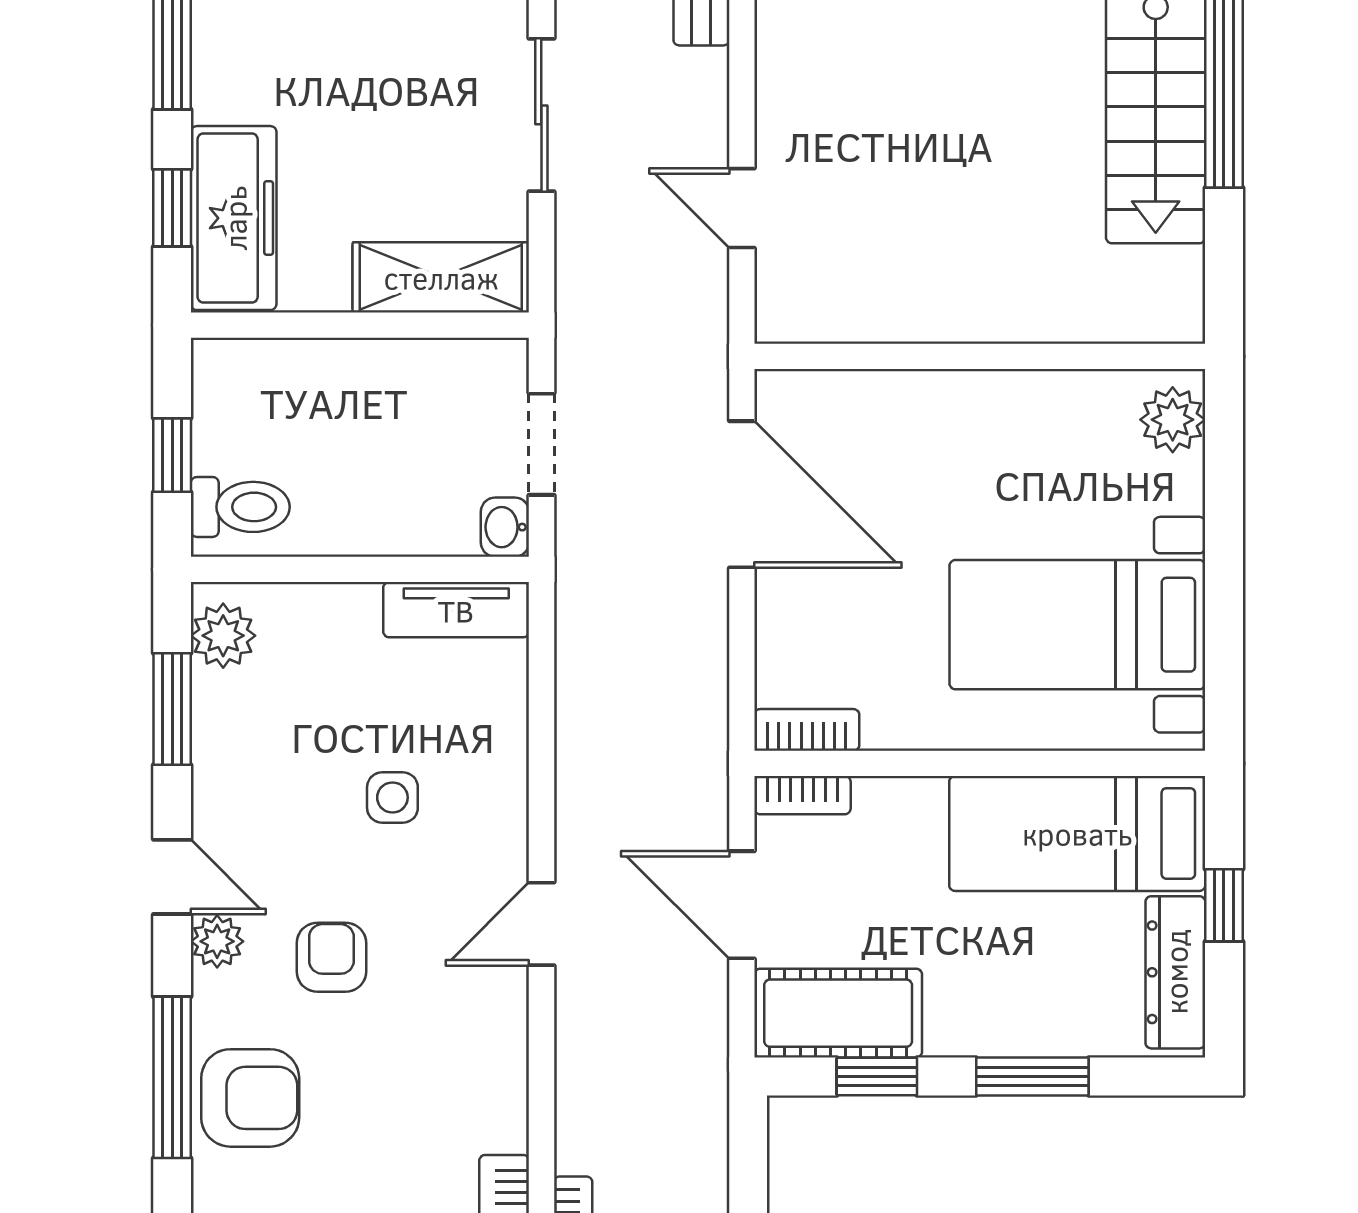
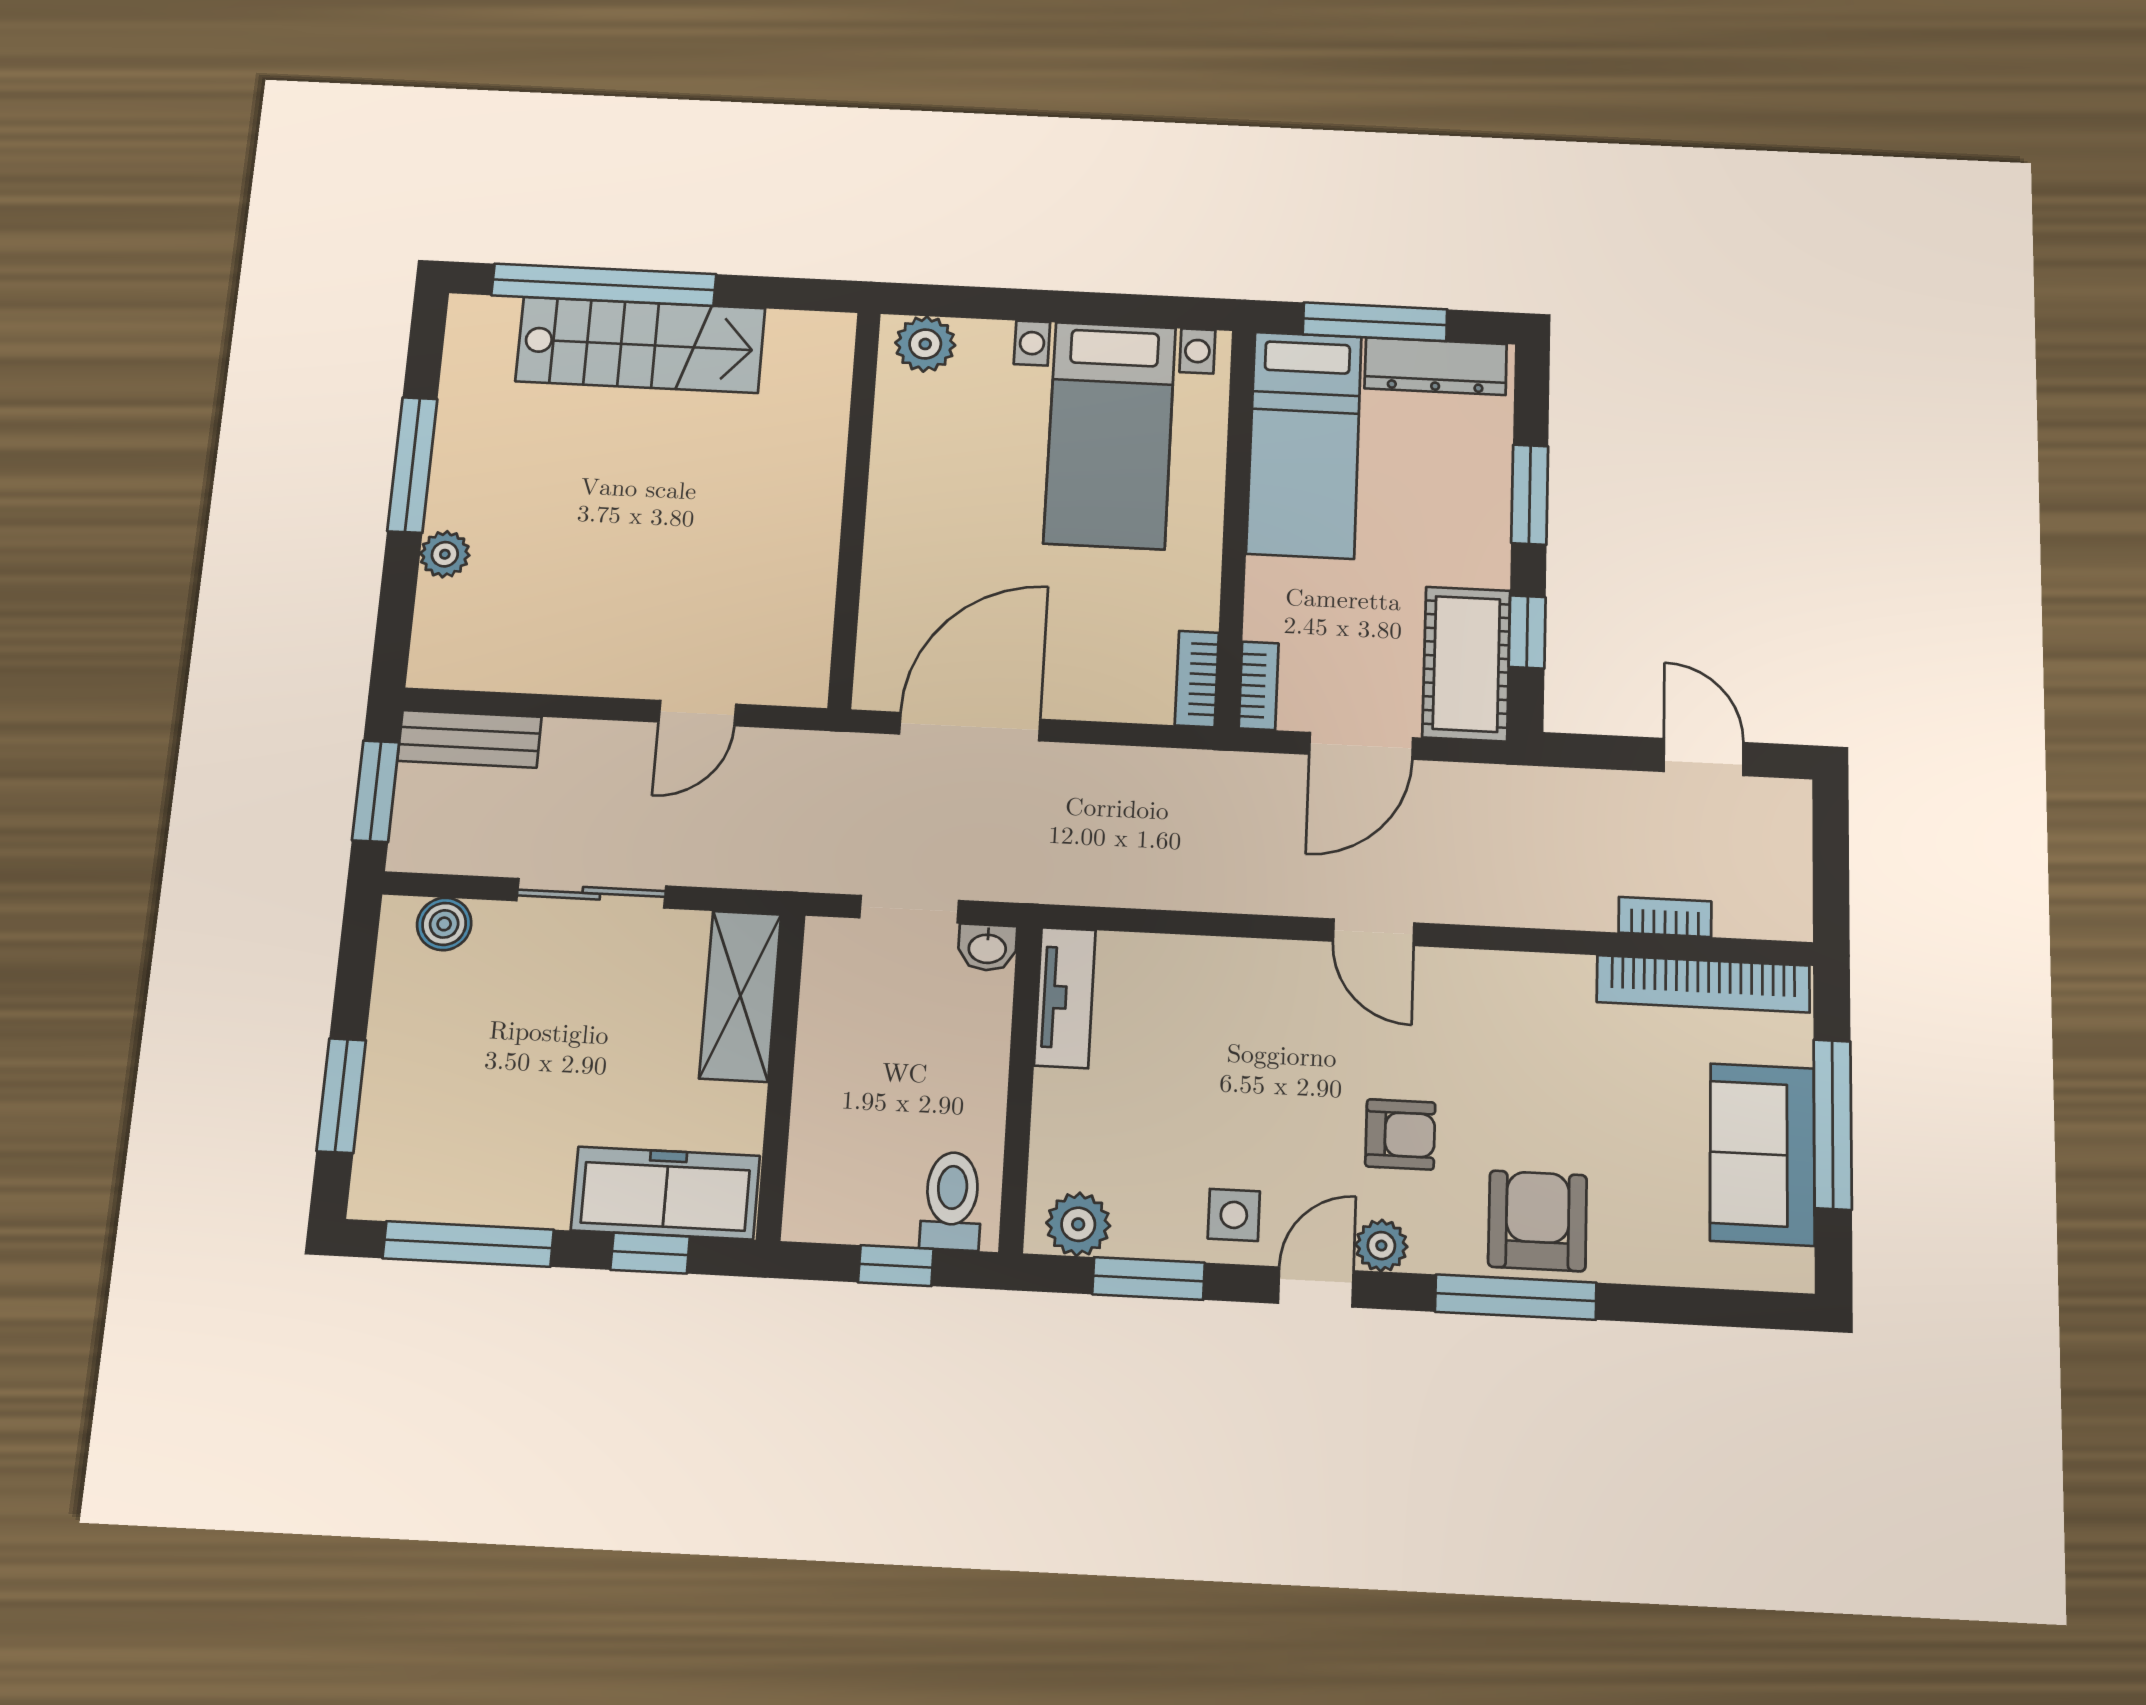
side table: (392, 798) -> (1234, 1215), moved
window: (1224, 905) -> (1375, 322), width x2.17
armchair: (331, 957) -> (1400, 1134), turned 180

